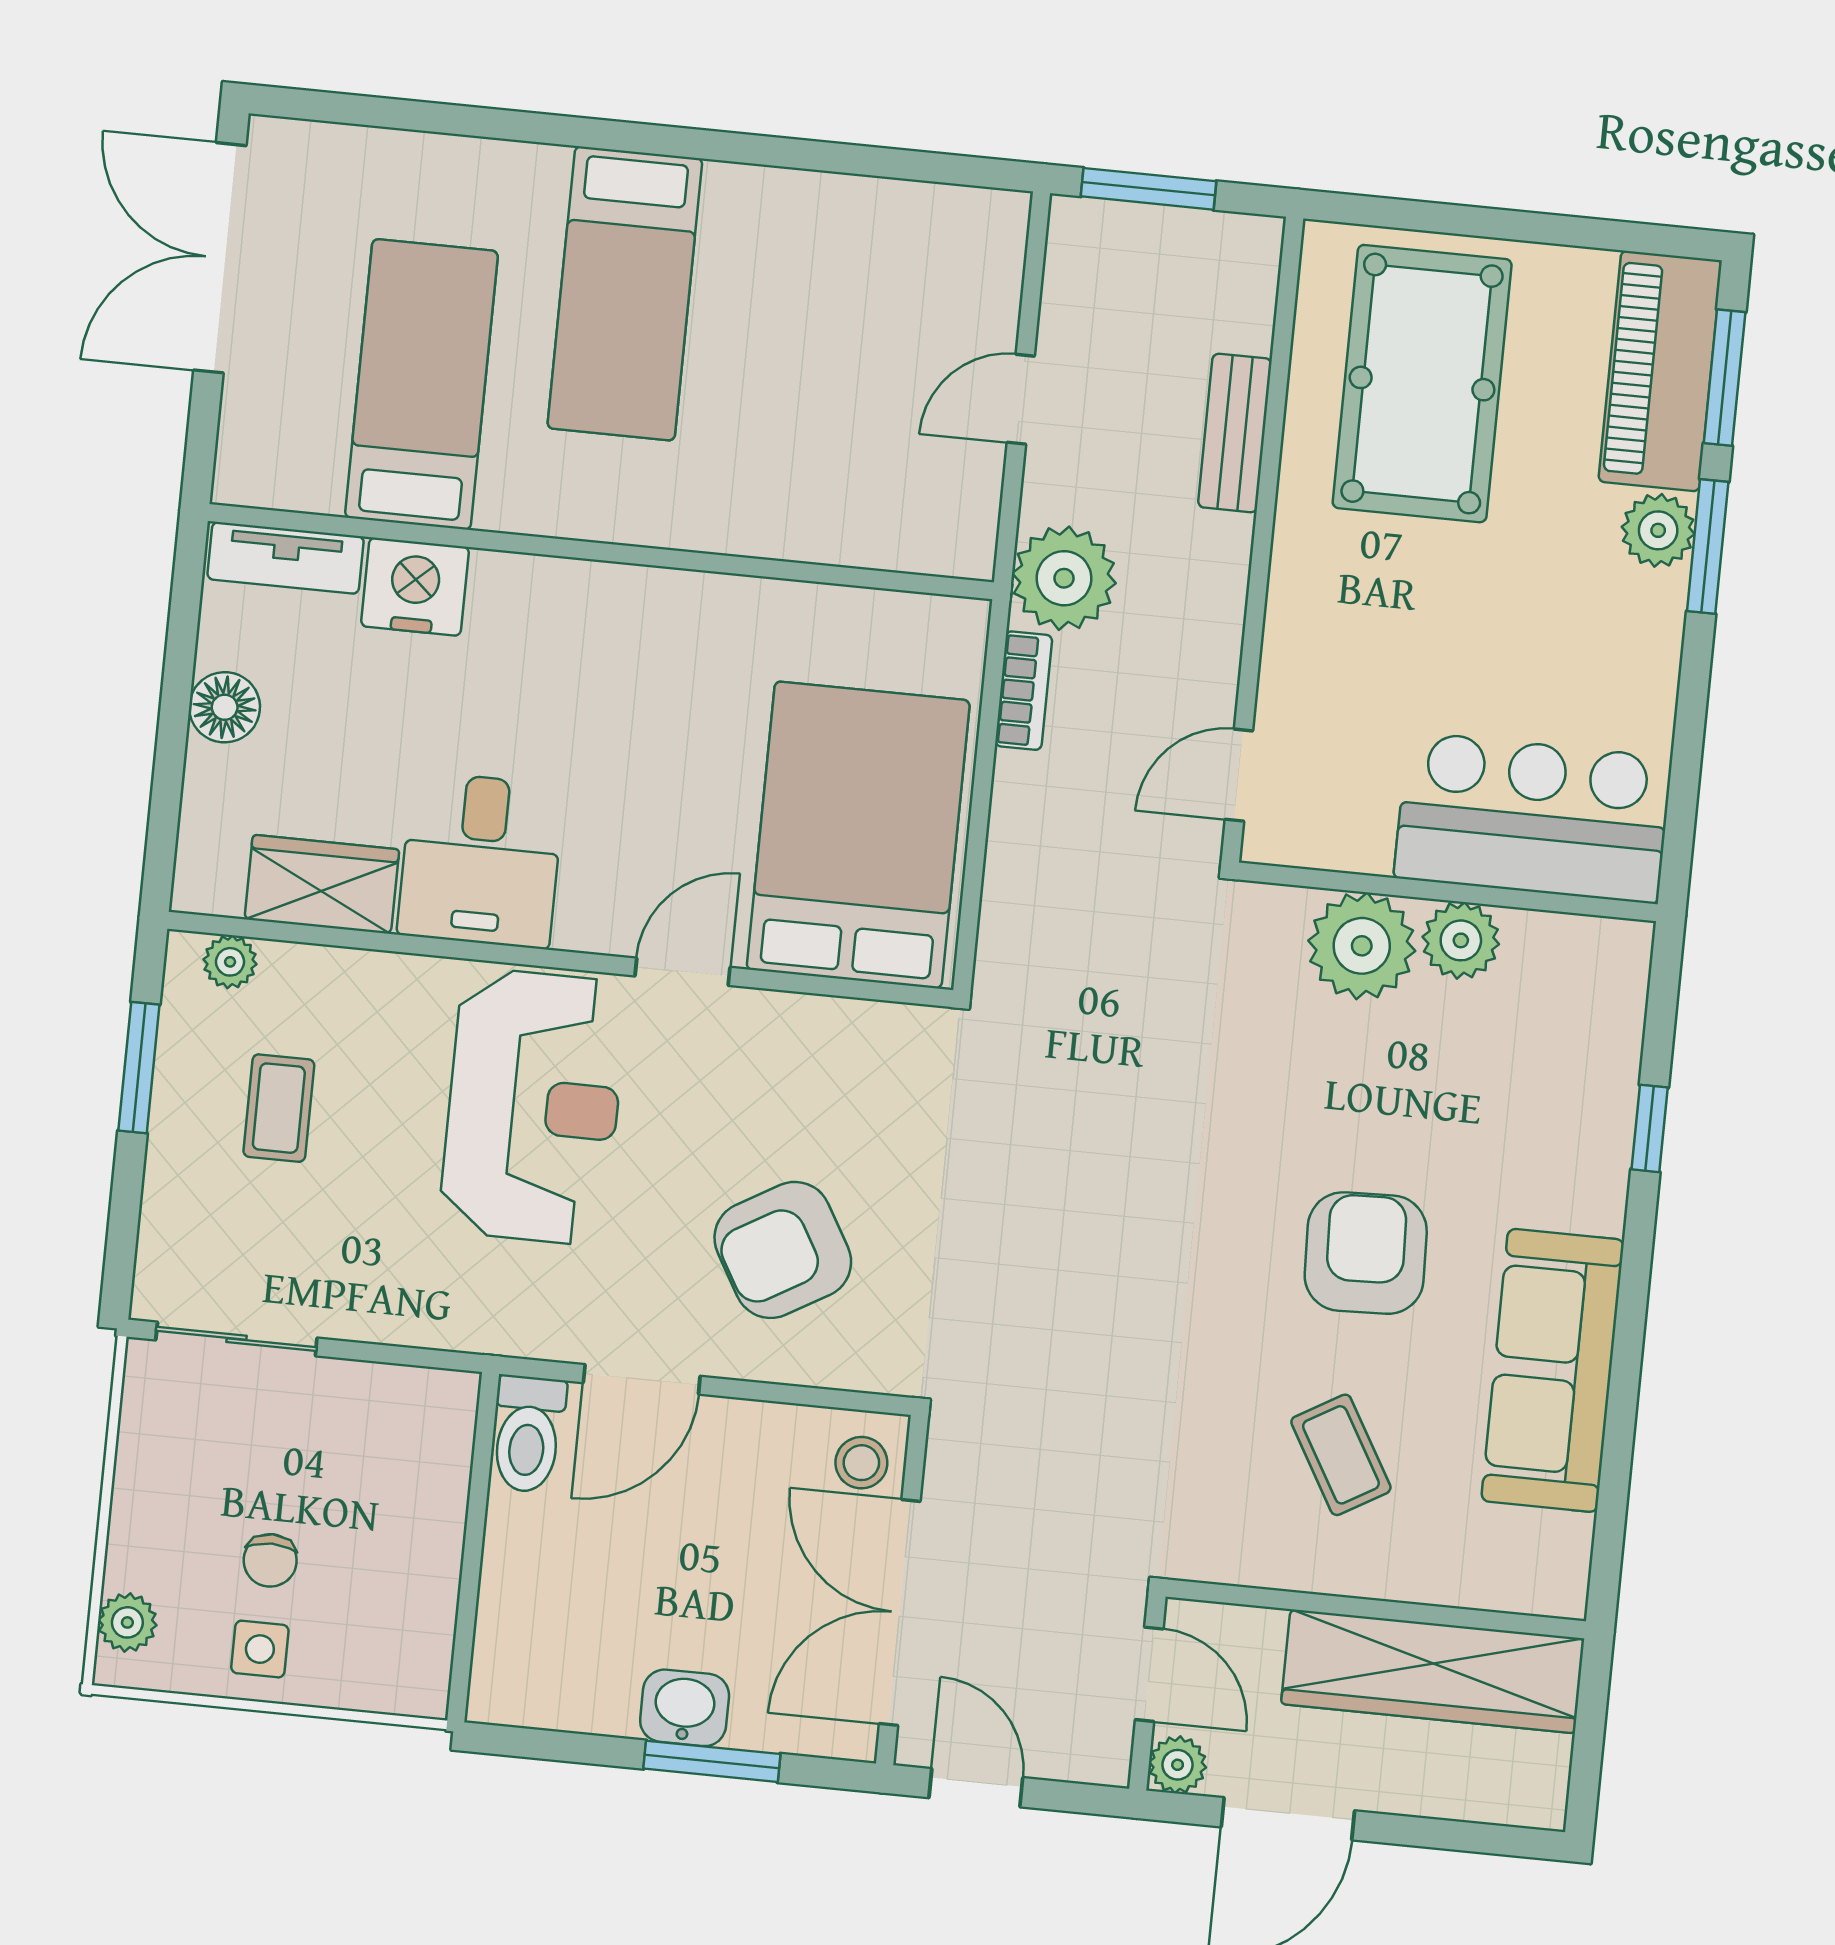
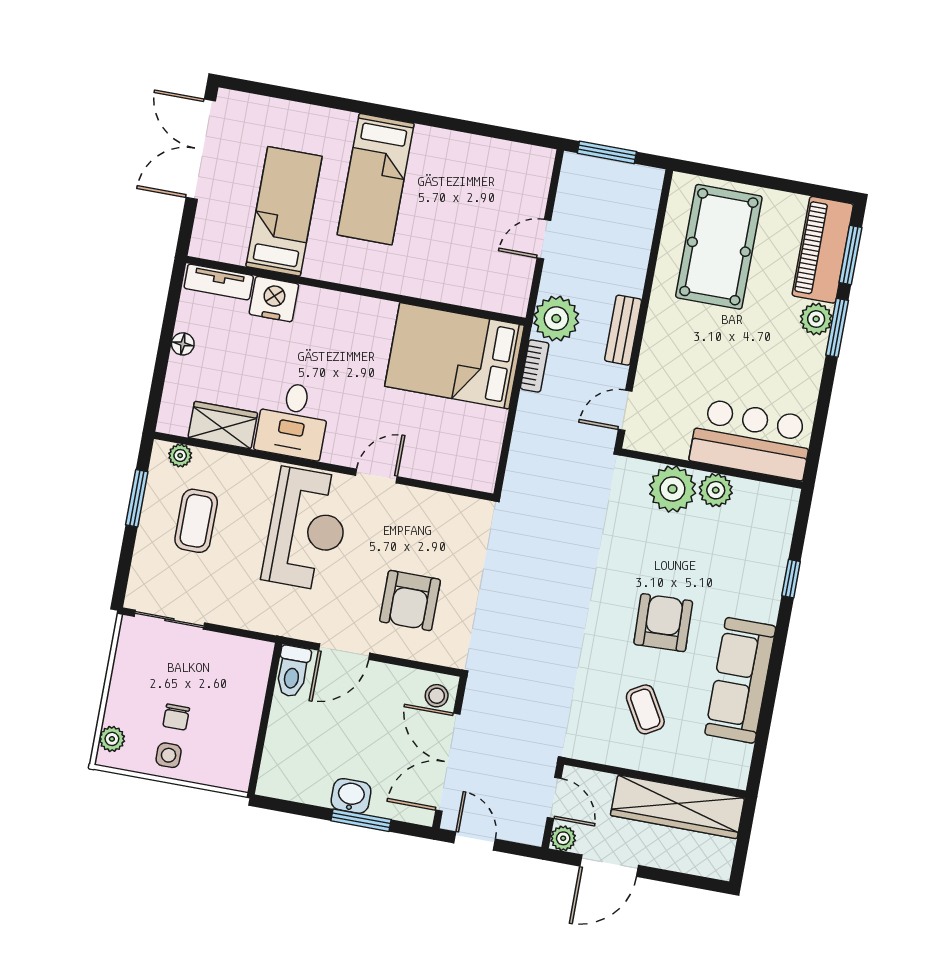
bench: (1235, 433) -> (623, 330), moved
floor lamp: (225, 707) -> (183, 344), width x0.73, depth x0.73
bed: (858, 835) -> (454, 356), moved, turned -90
coffee table: (279, 1108) -> (196, 521), width x1.36, depth x1.30
armchair: (783, 1250) -> (410, 600), turned -60

